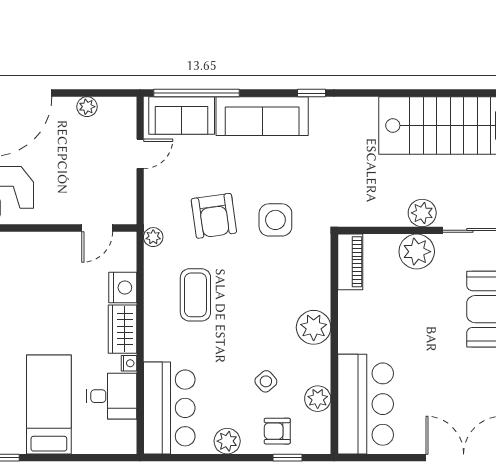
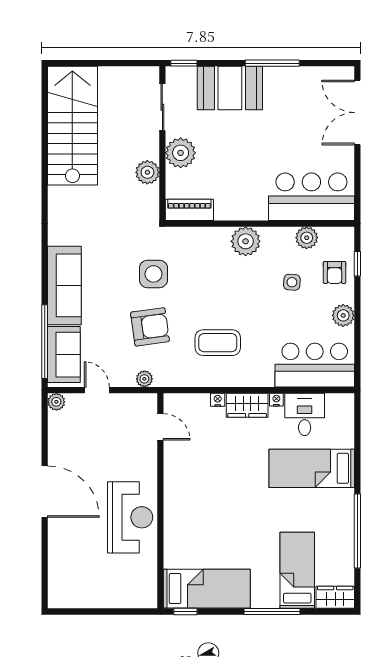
window: (312, 93) -> (45, 243), removed
plant: (87, 107) -> (56, 402), moved
plant: (422, 213) -> (147, 172), moved
plant: (153, 237) -> (144, 379), moved
nightstand: (123, 288) -> (218, 400), width x0.53, depth x0.56
side table: (266, 381) -> (292, 282), turned 45

